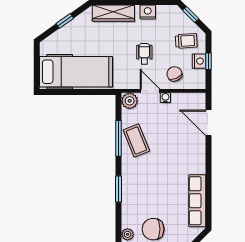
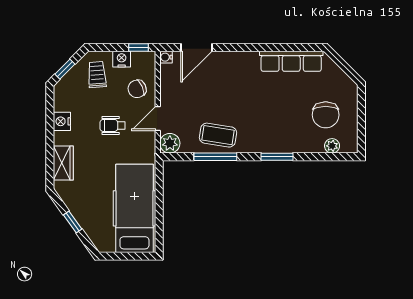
wardrobe: (113, 13) -> (63, 163), width x0.67
window: (209, 61) -> (138, 47), moved
water cooler: (165, 98) -> (166, 57), moved
coffee table: (136, 141) -> (218, 135), turned 31

